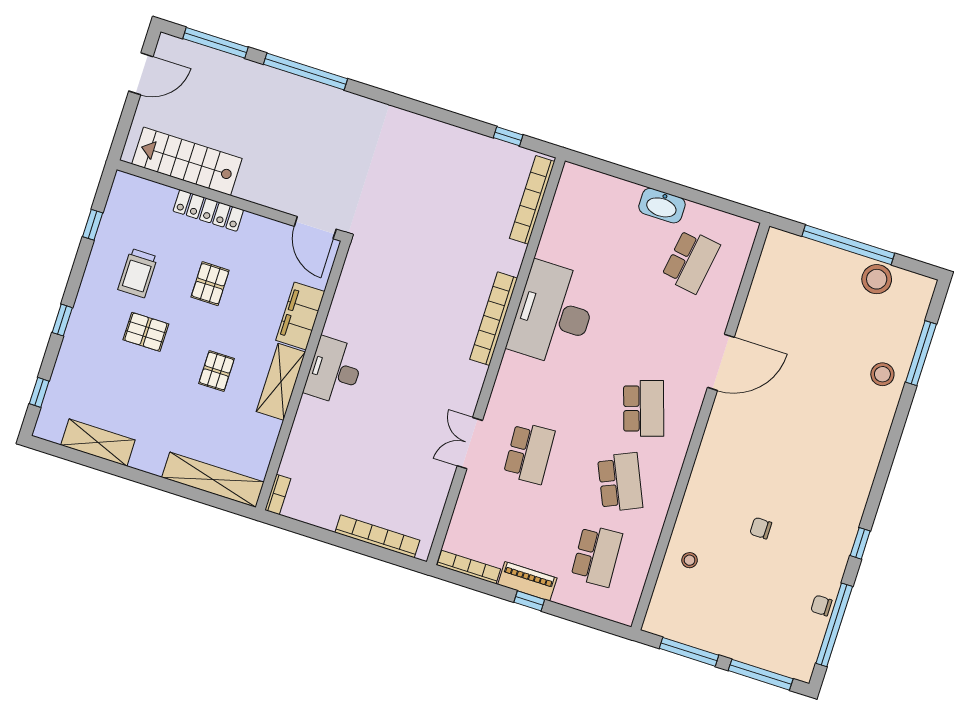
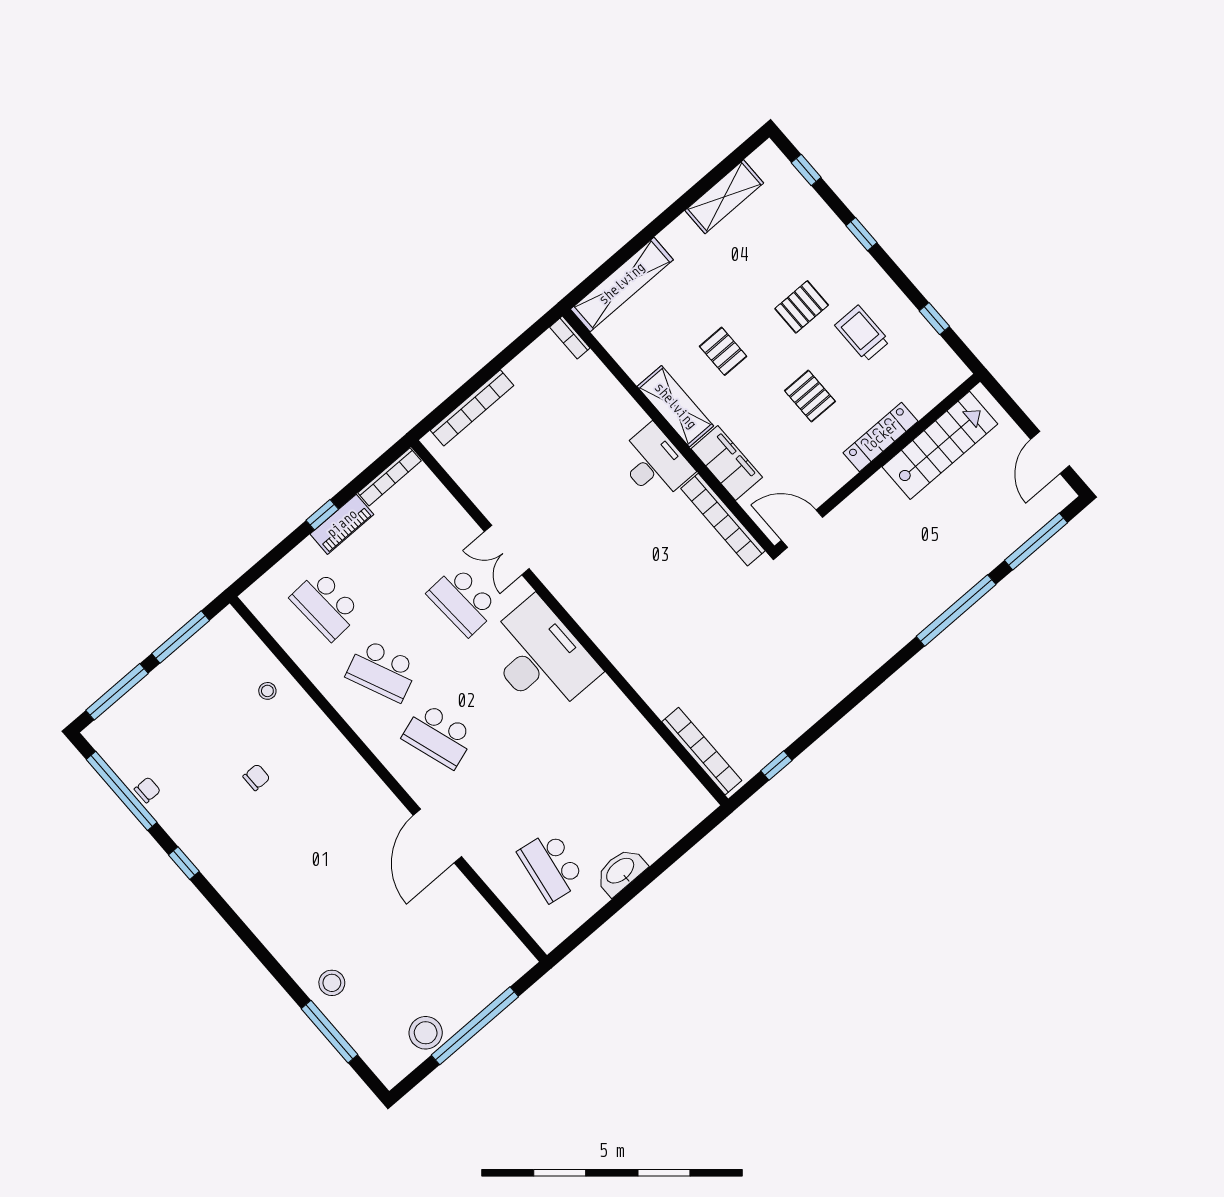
desk: (553, 314) -> (540, 657), moved
bookcase: (494, 319) -> (723, 520), moved, turned 180
double door: (470, 443) -> (507, 550), swing flipped

